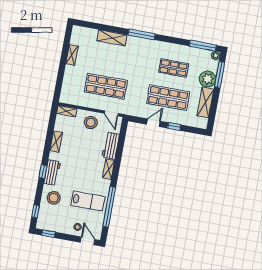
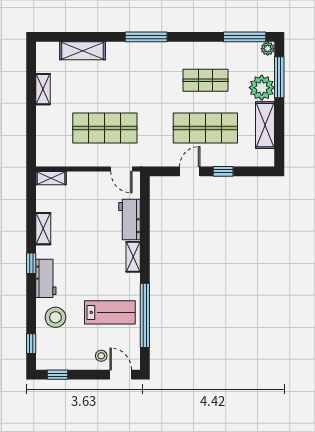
shelving: (112, 38) -> (83, 51), moved
stool: (91, 123) -> (92, 189), removed
window: (43, 172) -> (31, 263), moved

